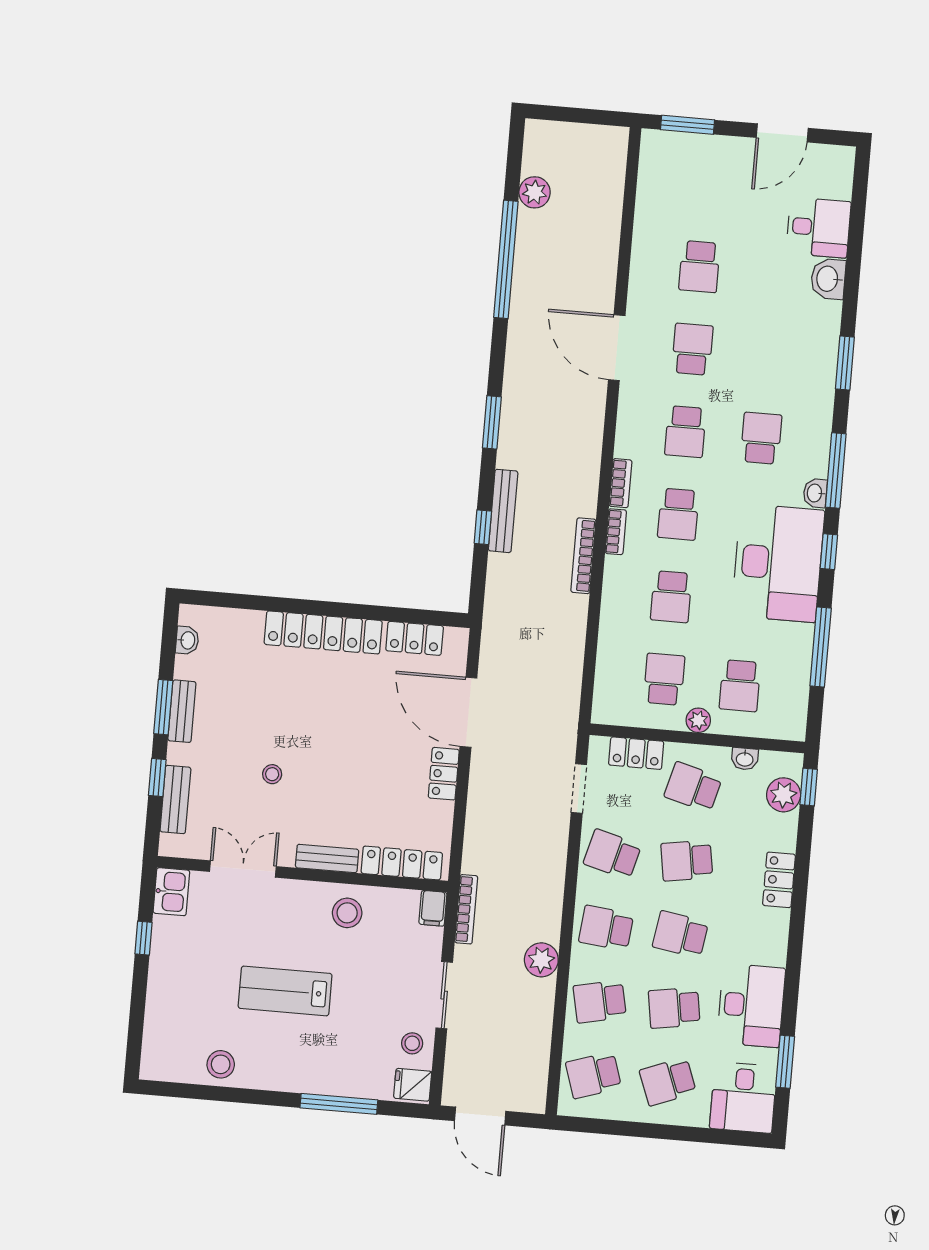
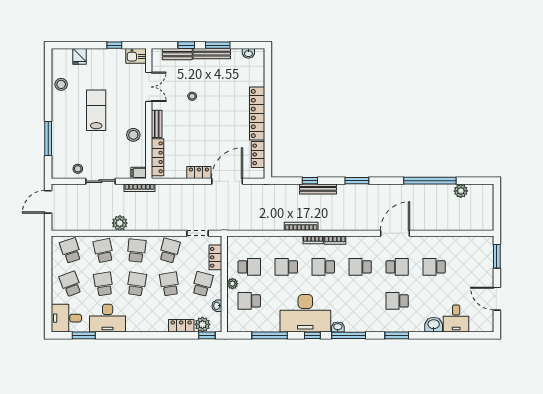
school desk: (761, 438) -> (397, 301), moved, turned 180
bench: (182, 711) -> (212, 54), width x1.36
locker: (779, 880) -> (181, 326), moved
fridge: (413, 1085) -> (79, 56), moved, turned 180

